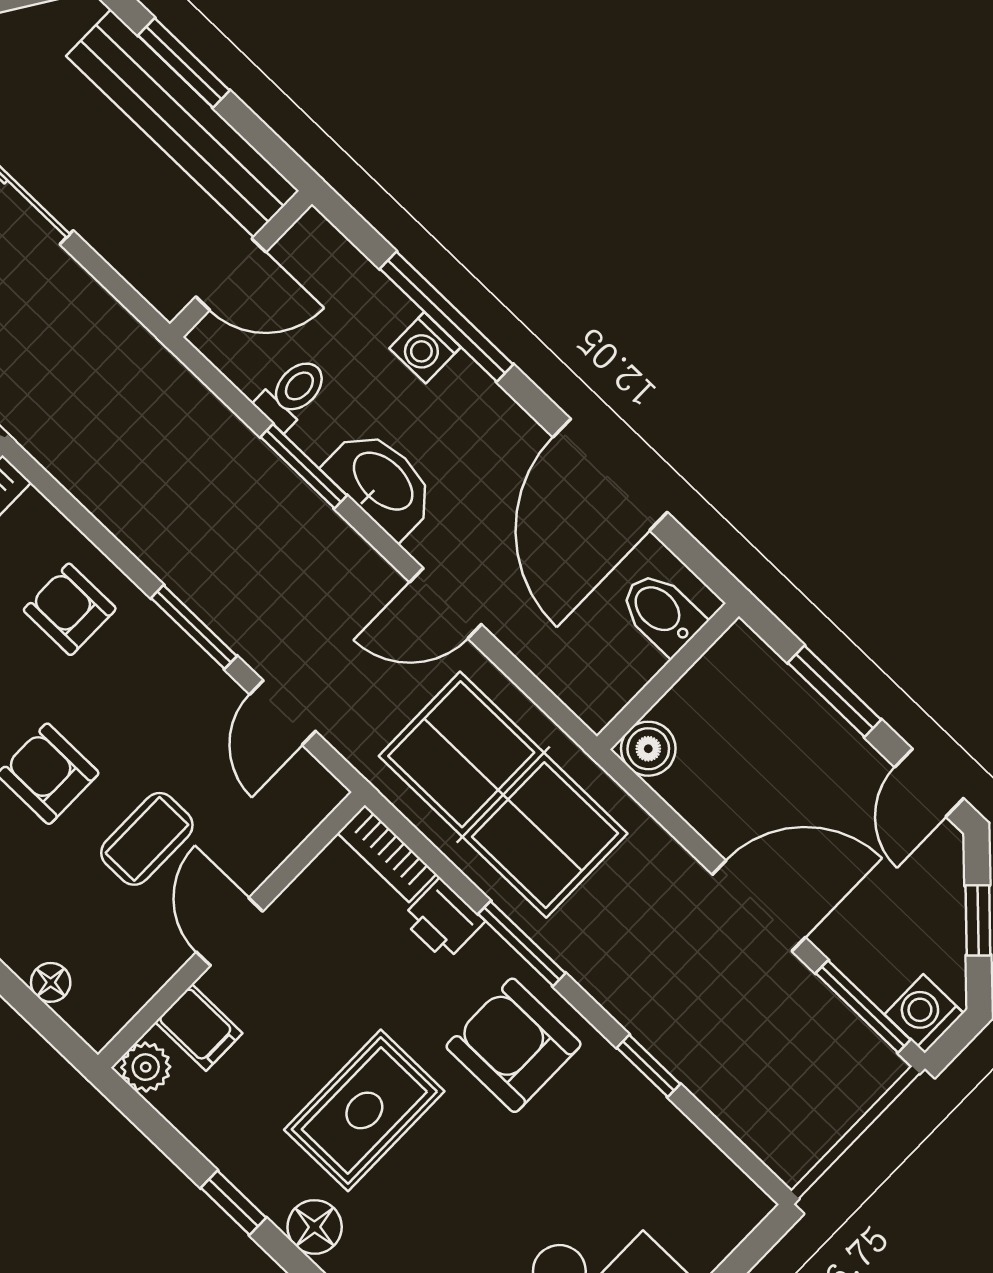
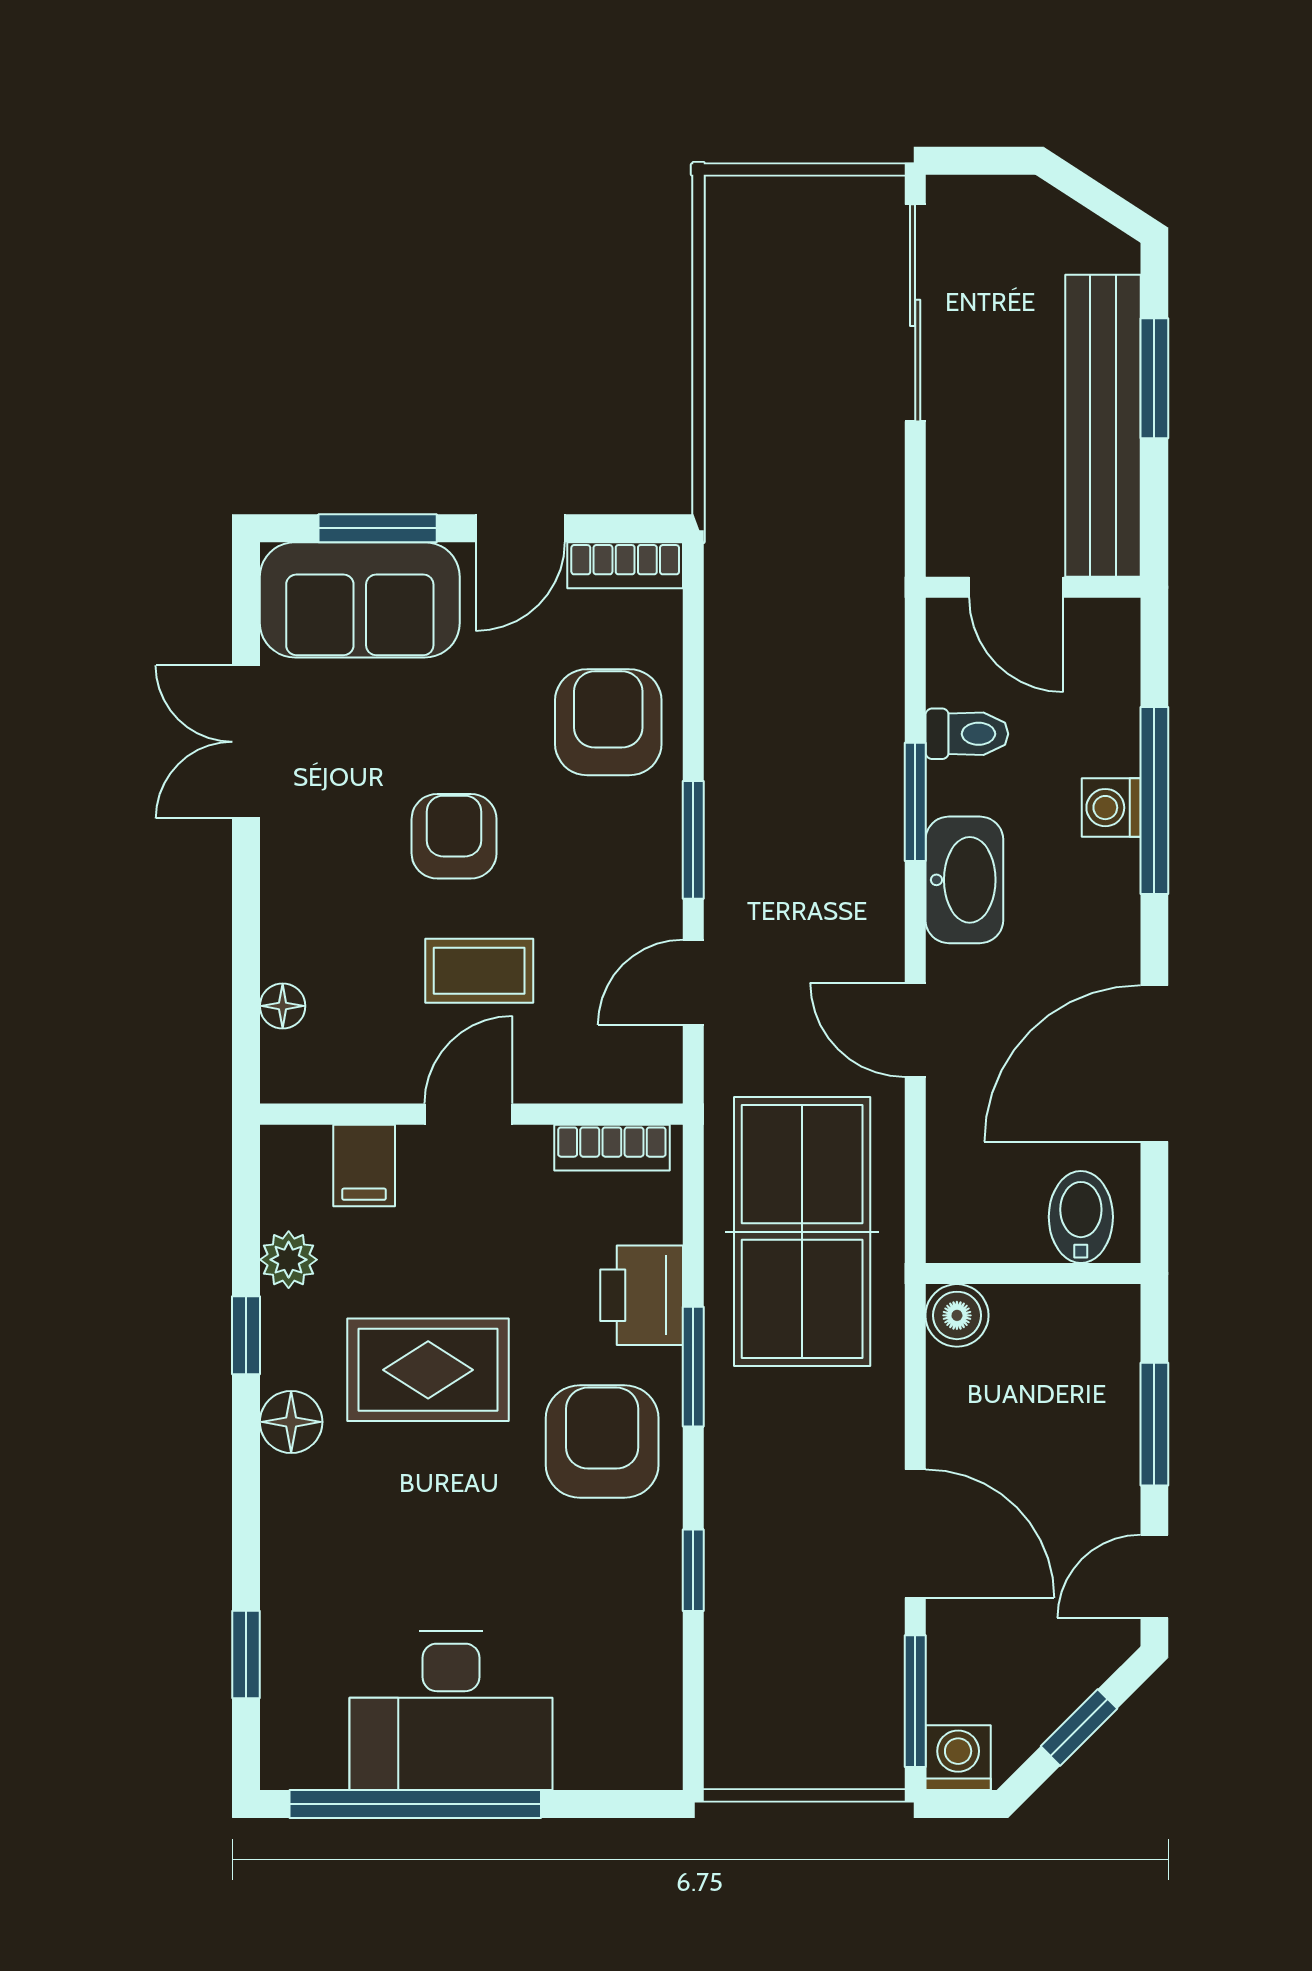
armchair: (70, 609) -> (608, 722), width x1.38, depth x1.38
bookcase: (387, 854) -> (612, 1148), moved, turned -90
printer: (443, 920) -> (642, 1295), width x1.36, depth x1.24
plant: (146, 1067) -> (289, 1260), moved

